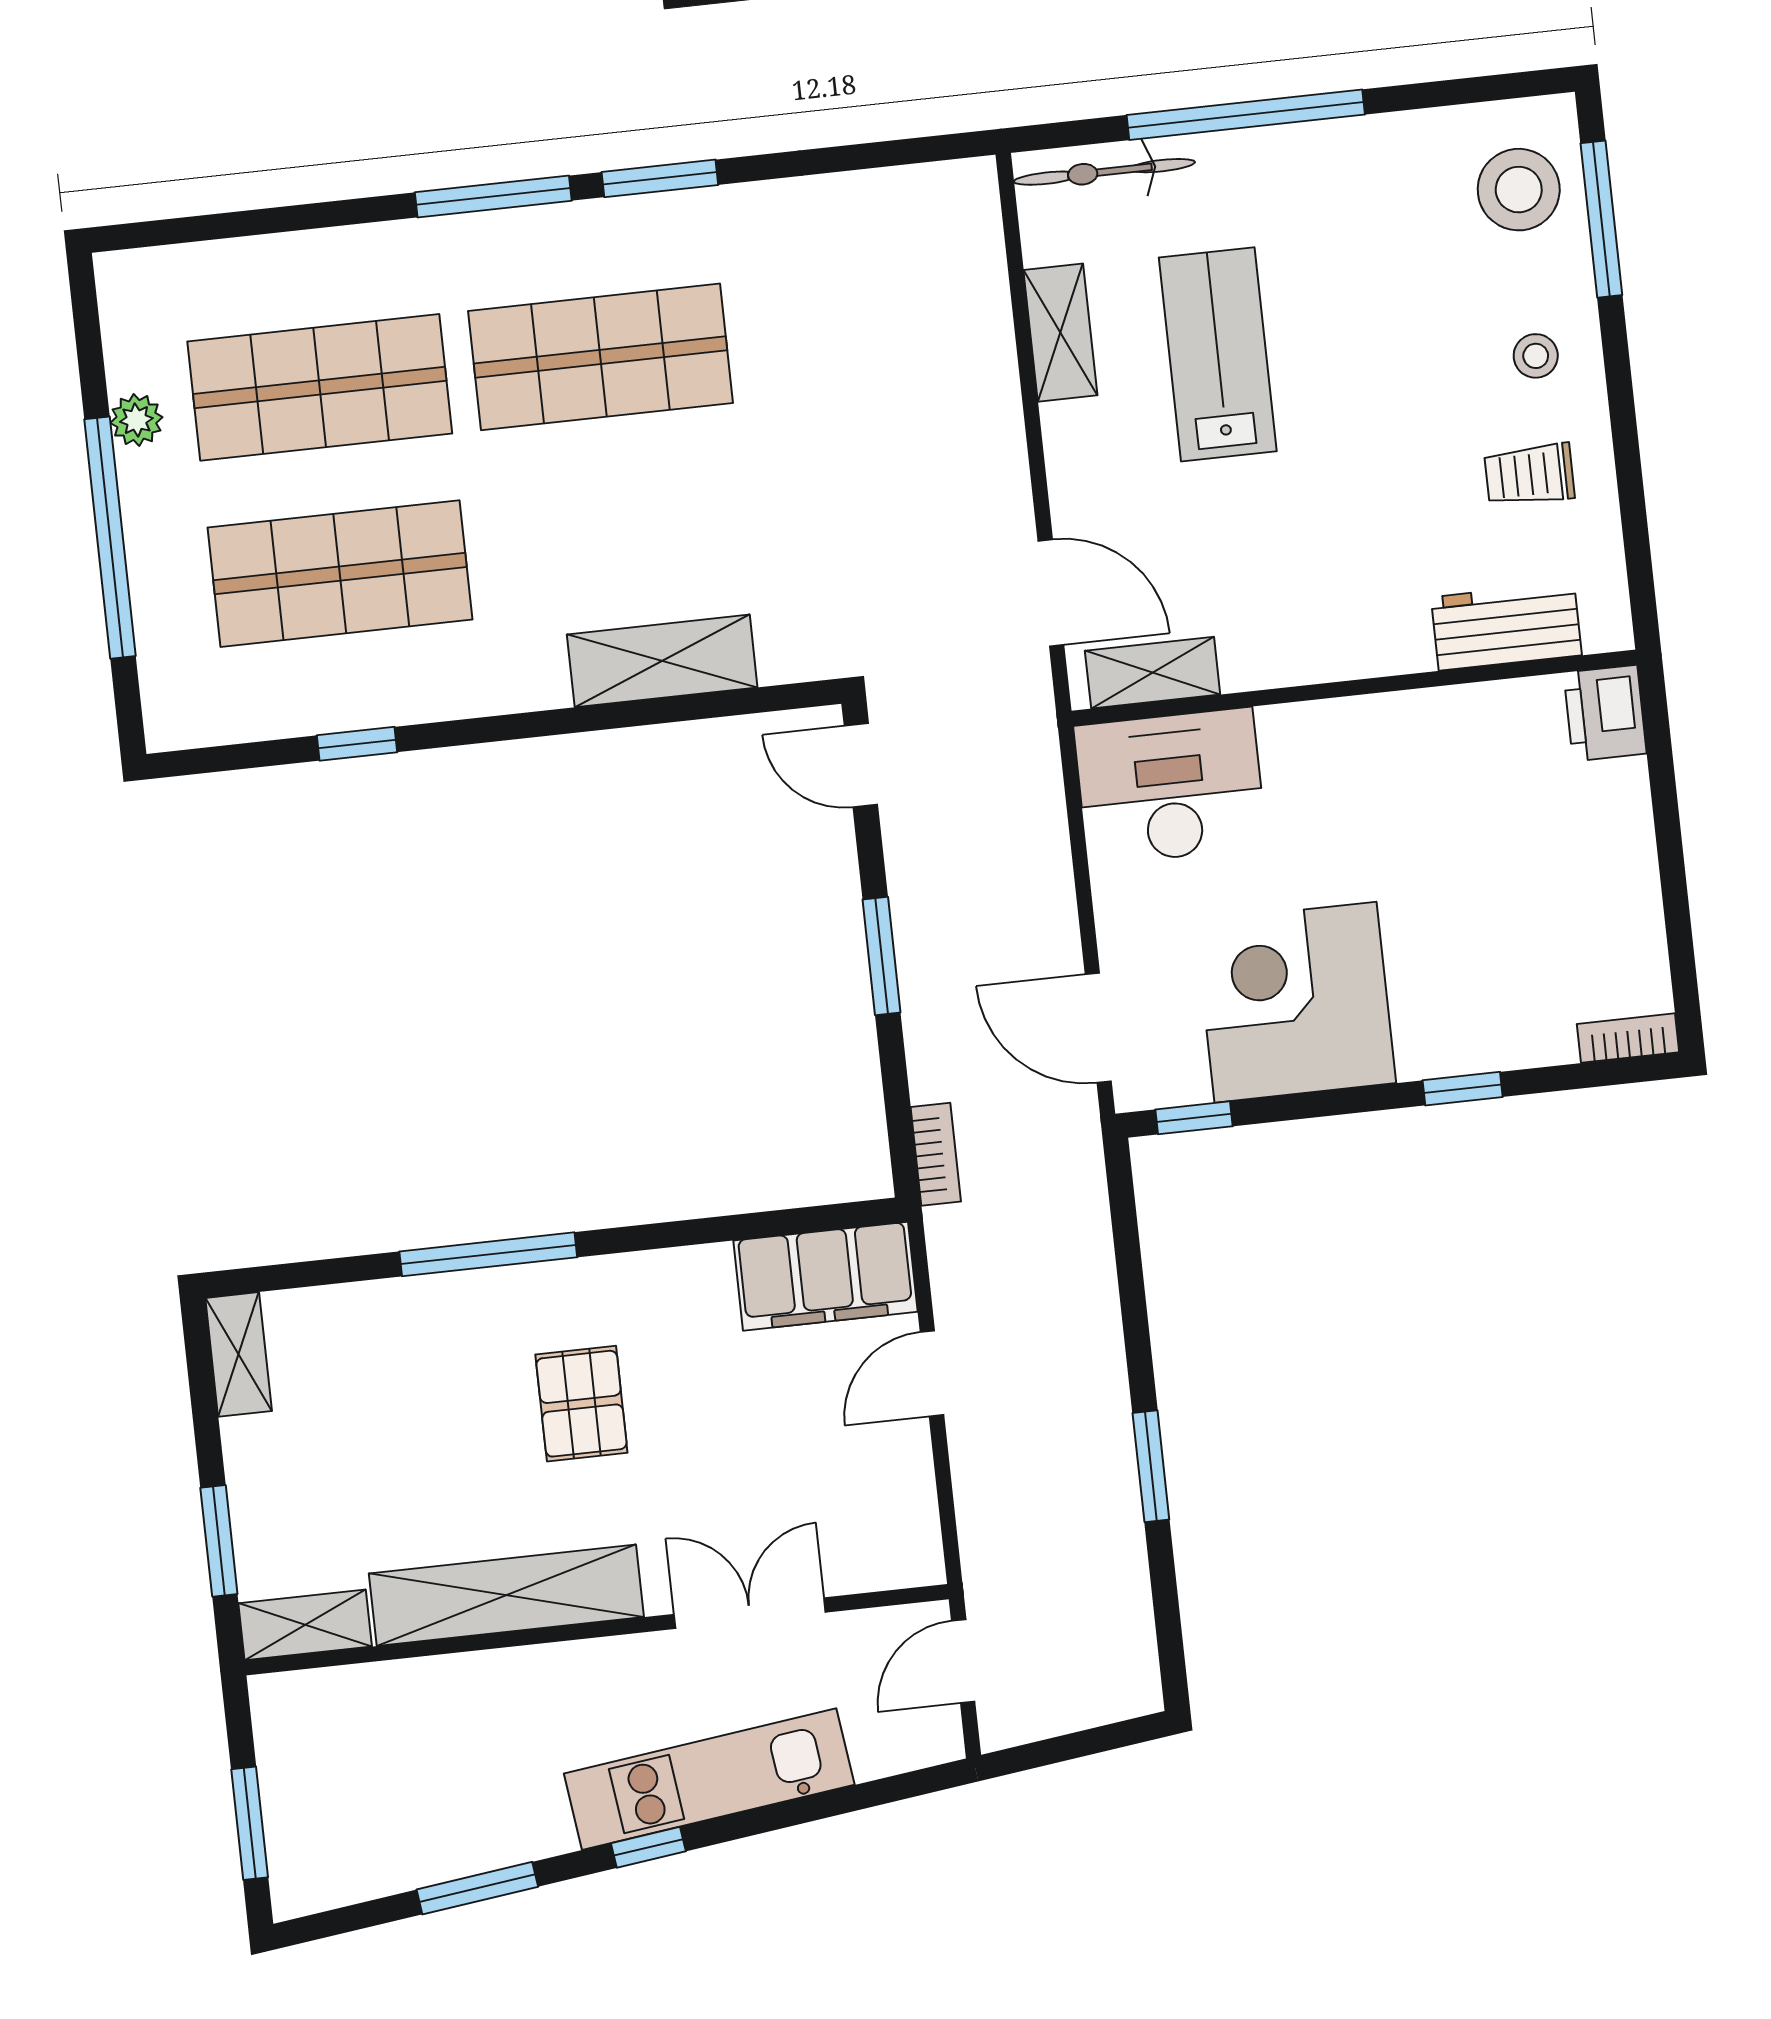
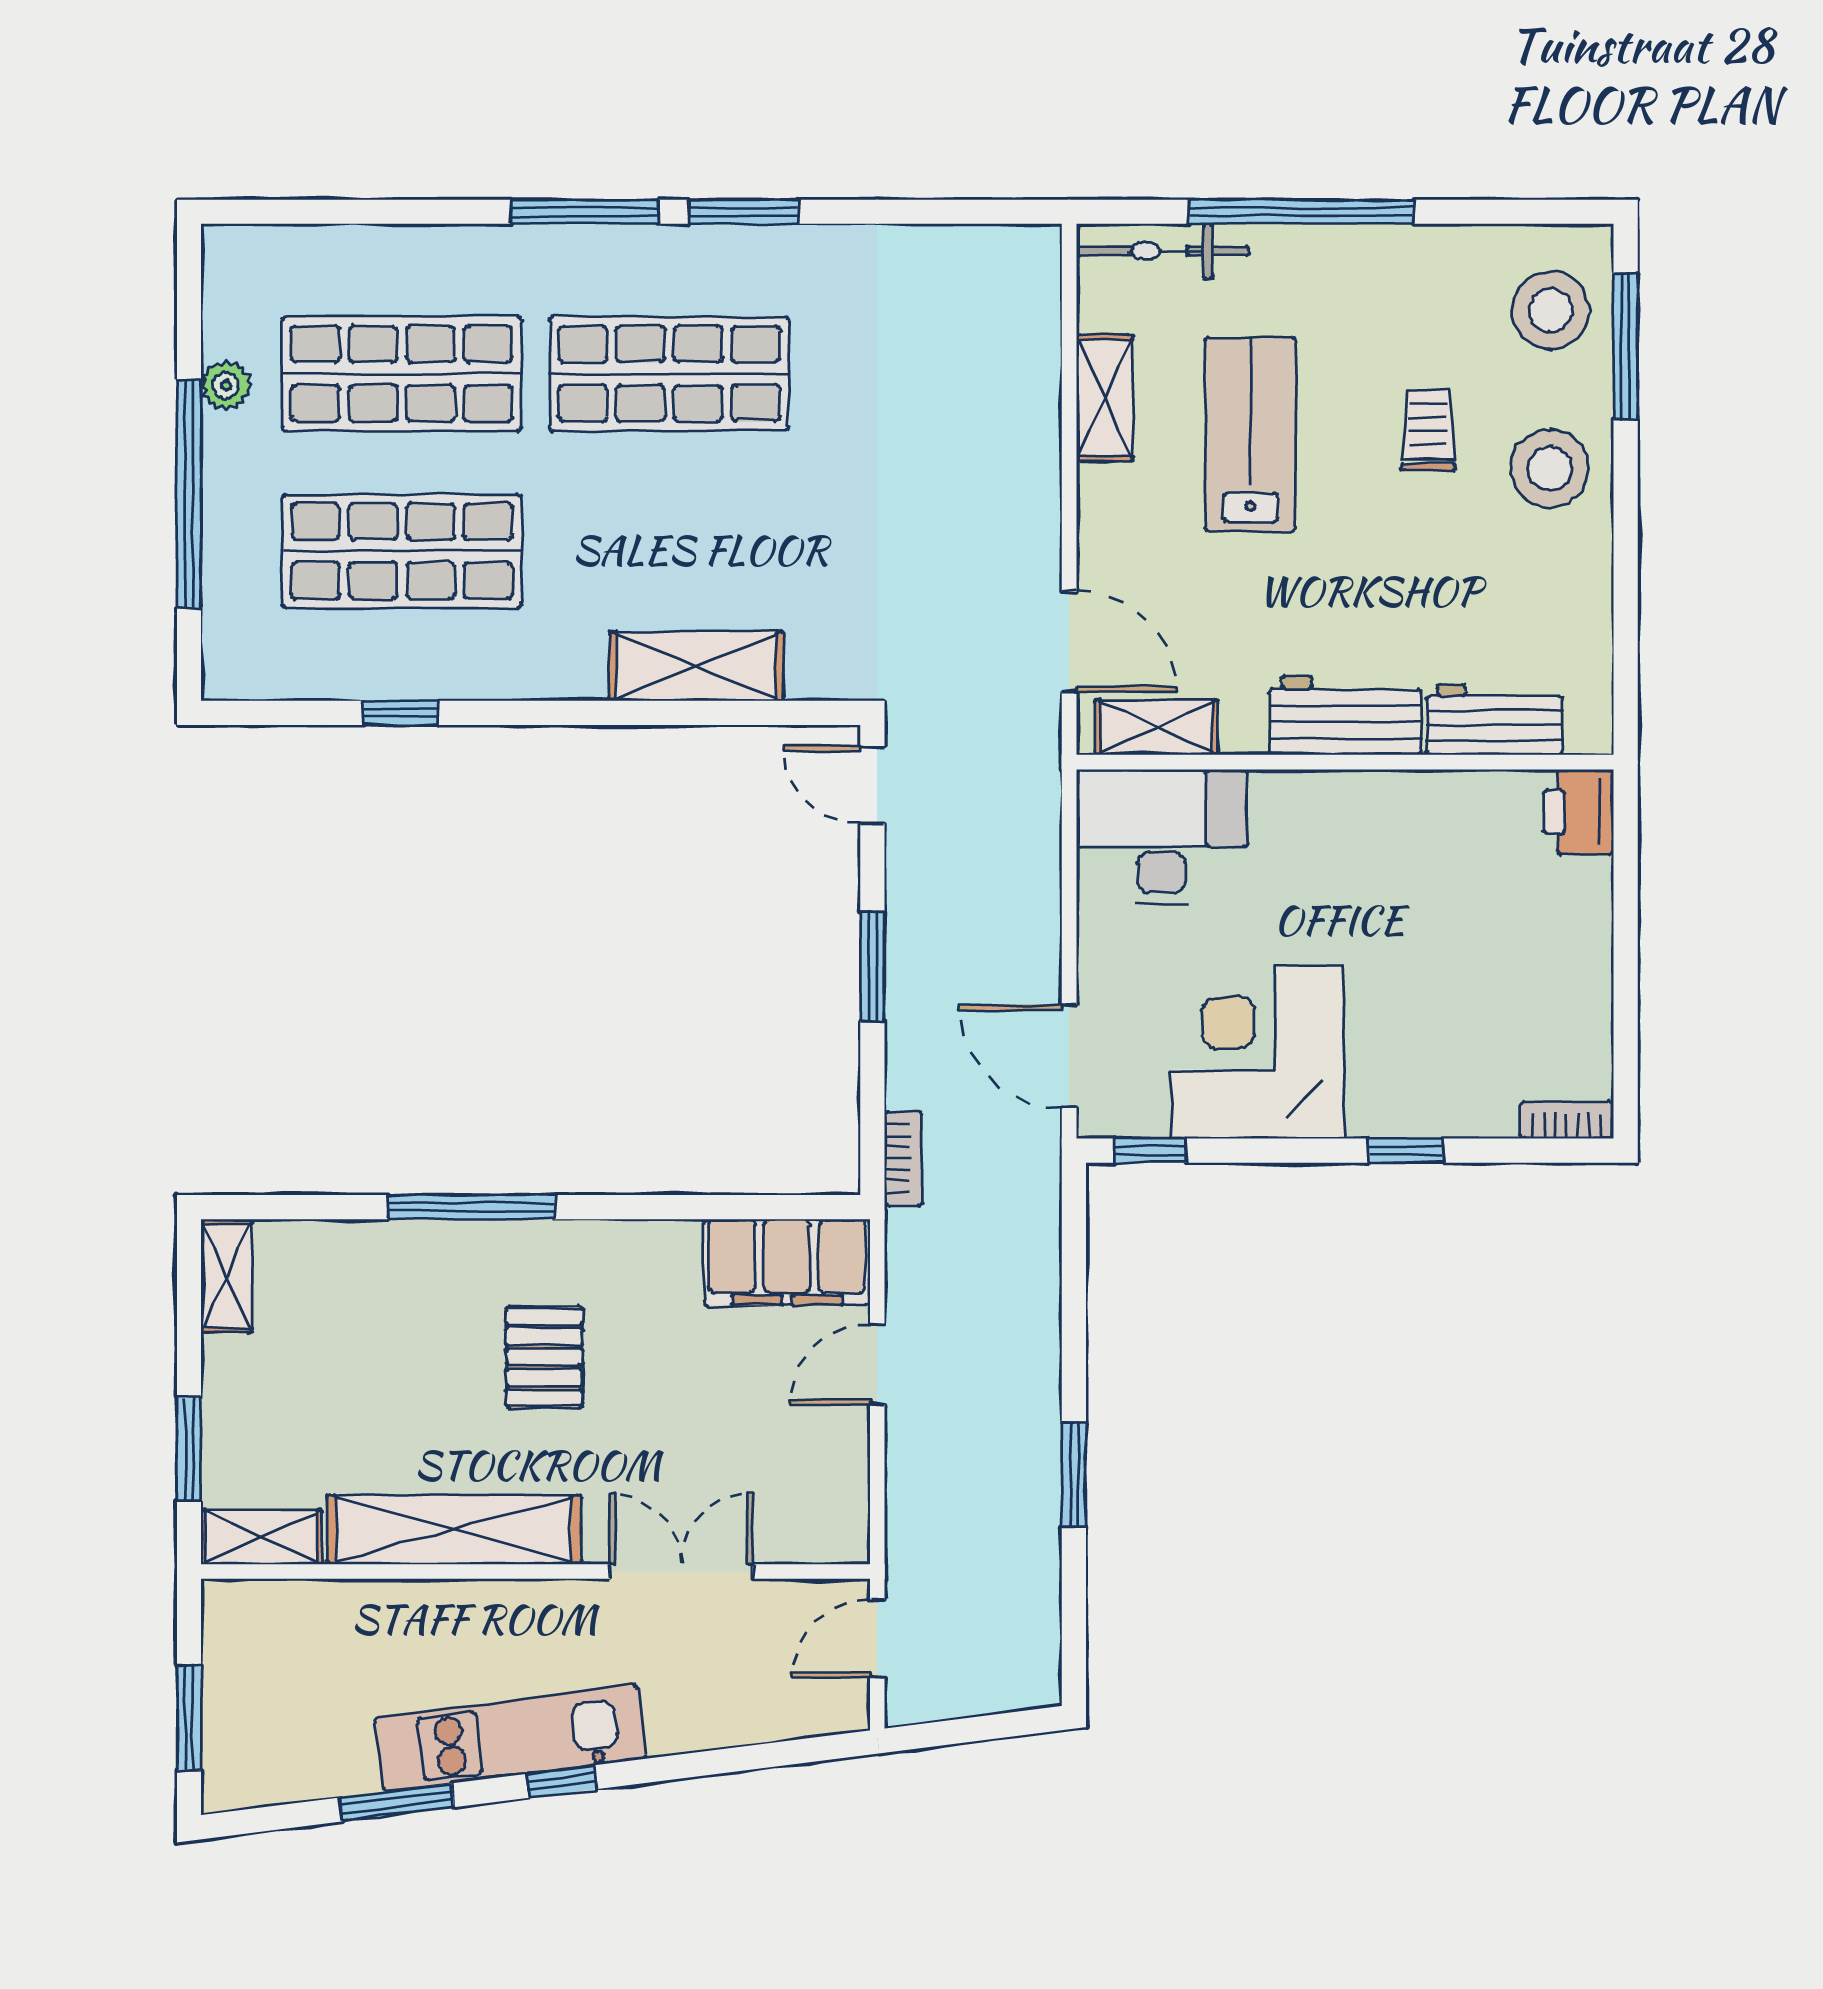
stool: (1536, 356) -> (1550, 468), width x1.89, depth x1.89
trolley: (1529, 475) -> (1428, 430), moved, turned 90
workbench: (1349, 639) -> (1345, 716), added
kitchen unit: (709, 1779) -> (511, 1738), moved

